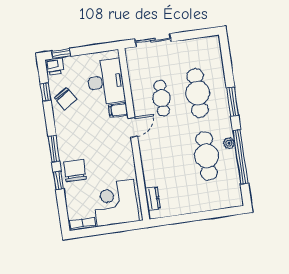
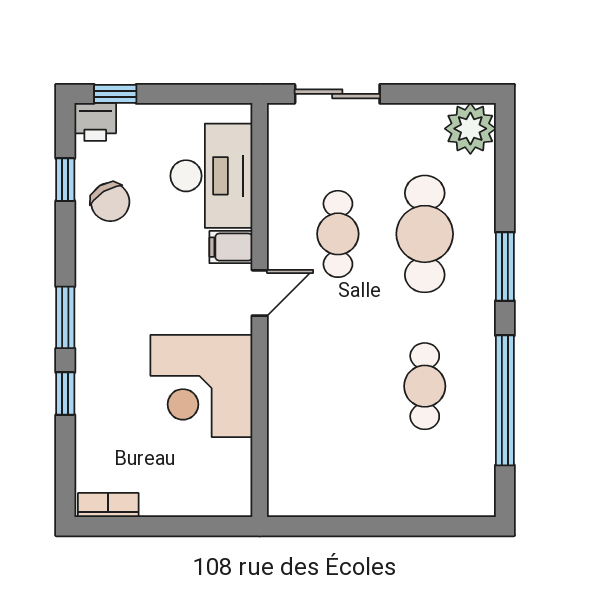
plant: (229, 143) -> (470, 129), moved, width x1.87, depth x1.87
cafe table: (207, 156) -> (425, 386), width x0.73, depth x0.74
chair: (75, 170) -> (108, 375), removed
dresser: (152, 198) -> (282, 468), removed
corner desk: (115, 203) -> (201, 386), moved, turned -90

